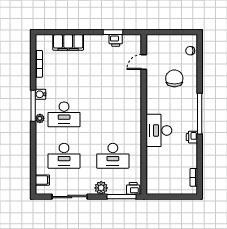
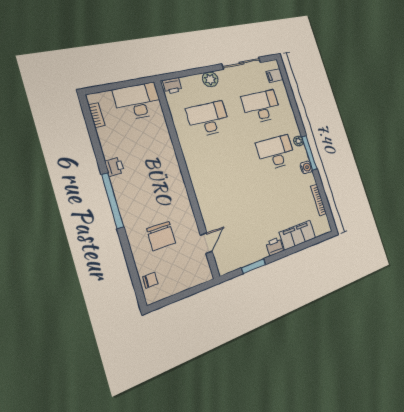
printer: (116, 40) -> (275, 247), moved
desk: (159, 130) -> (138, 101), moved, turned -90
window: (122, 197) -> (184, 74), removed

